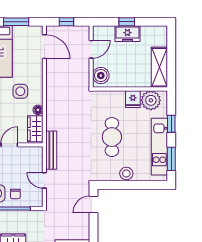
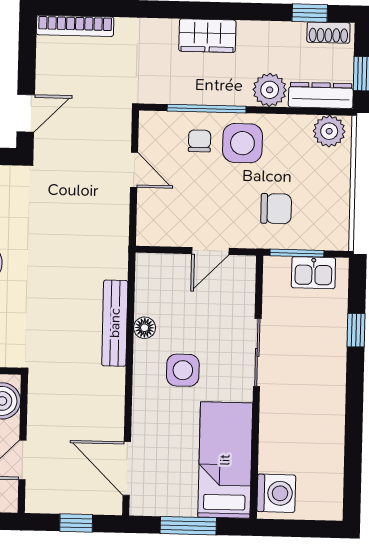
wardrobe: (35, 129) -> (152, 286), removed
bench: (51, 150) -> (115, 323), moved

